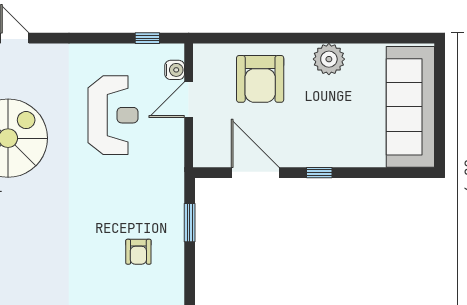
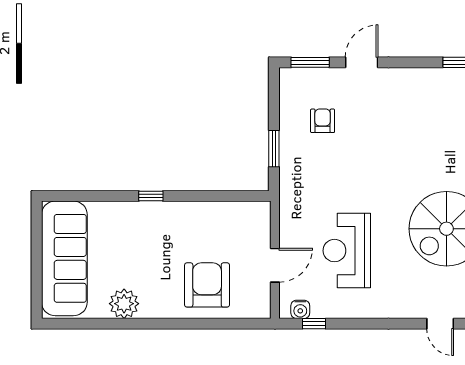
plant: (329, 59) -> (124, 304), moved
water cooler: (175, 70) -> (300, 309), moved, turned -90
door: (255, 173) -> (212, 196), removed

